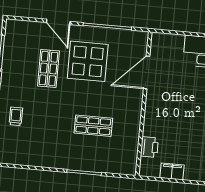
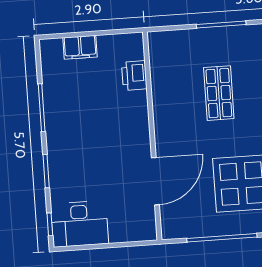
shop shelf: (93, 126) -> (219, 93), turned 90
filing cabinet: (172, 171) -> (80, 47), moved

